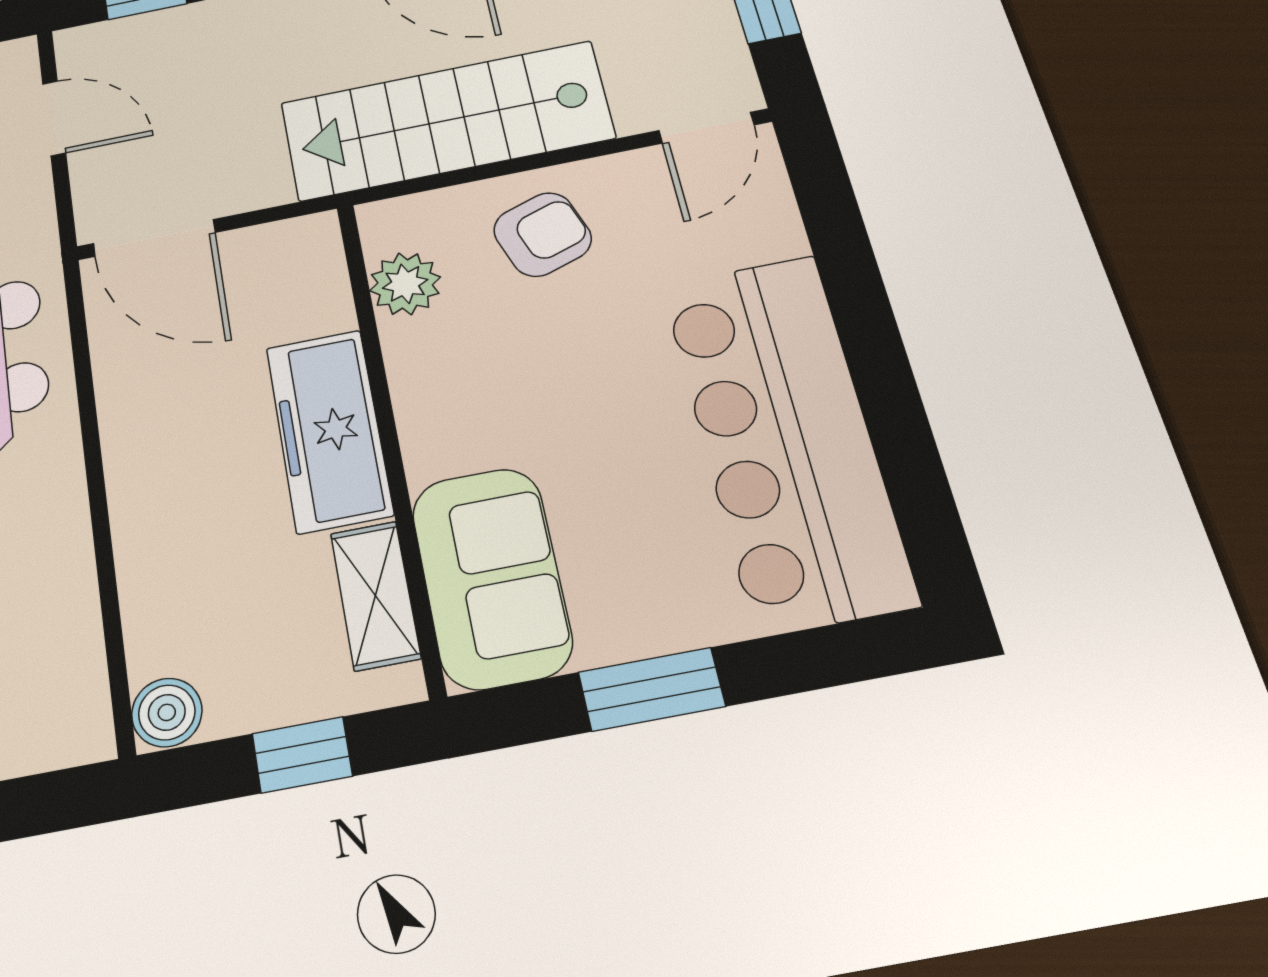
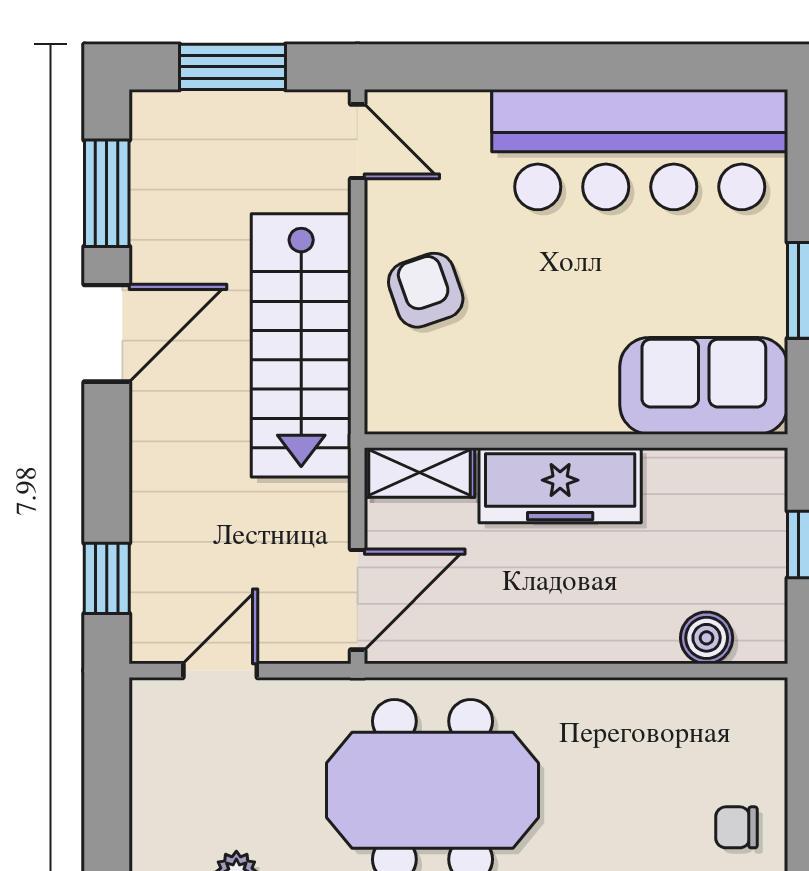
plant: (405, 284) -> (446, 405), removed
shelving: (375, 595) -> (419, 473), moved
boiler: (167, 712) -> (707, 638), moved

